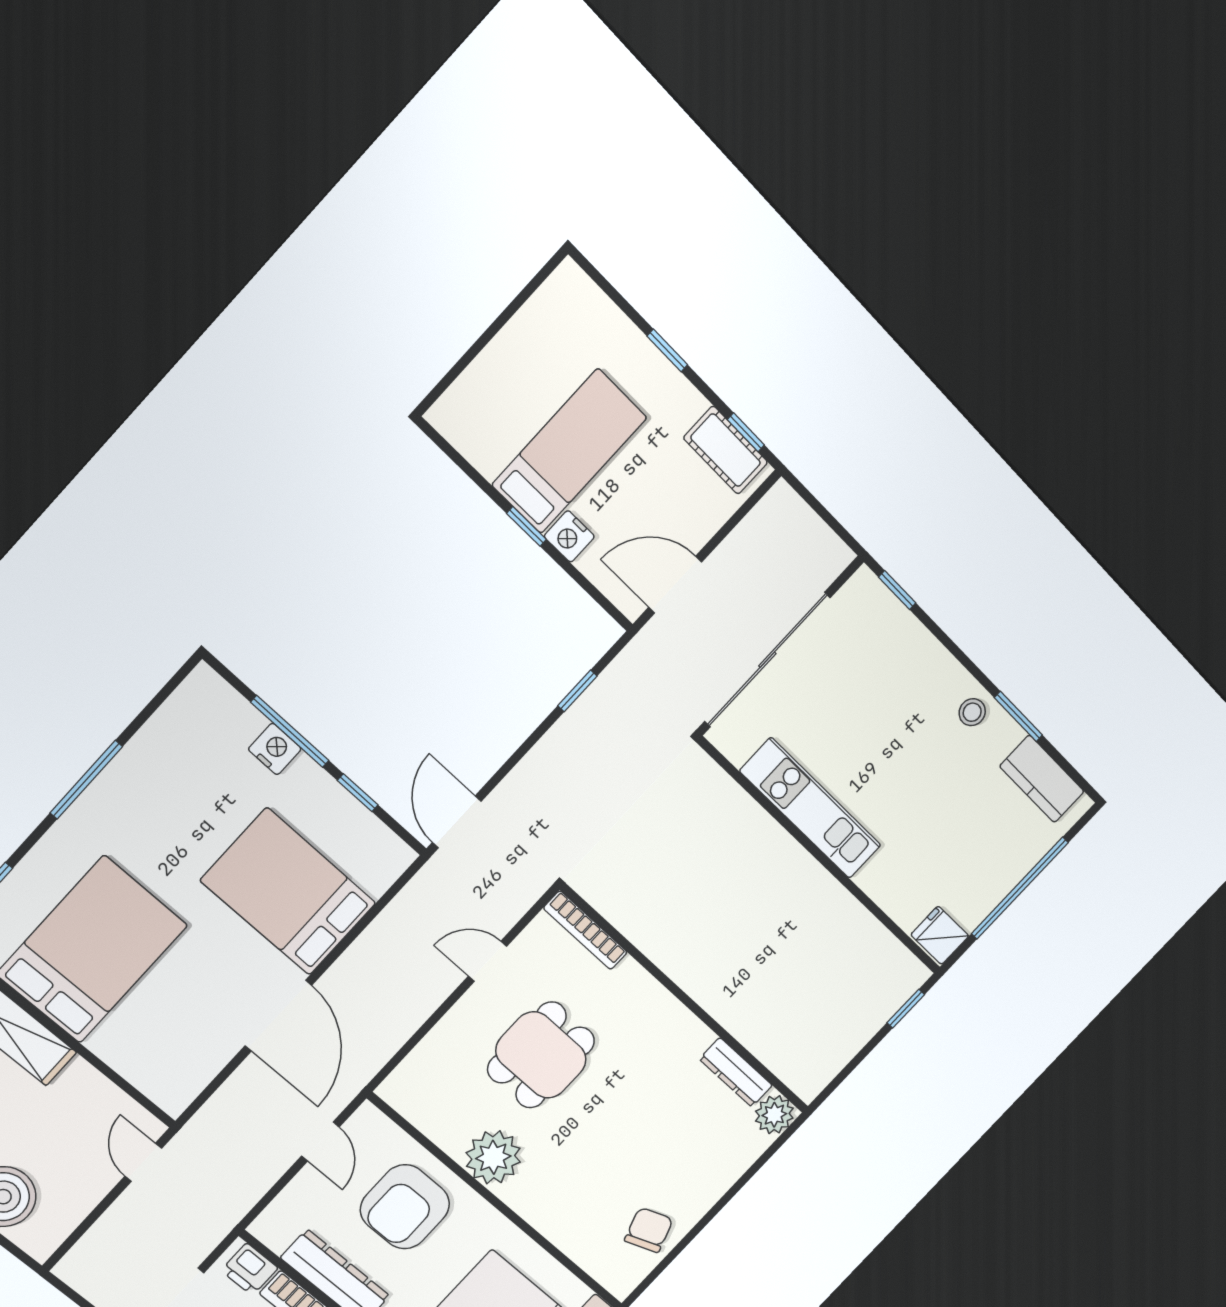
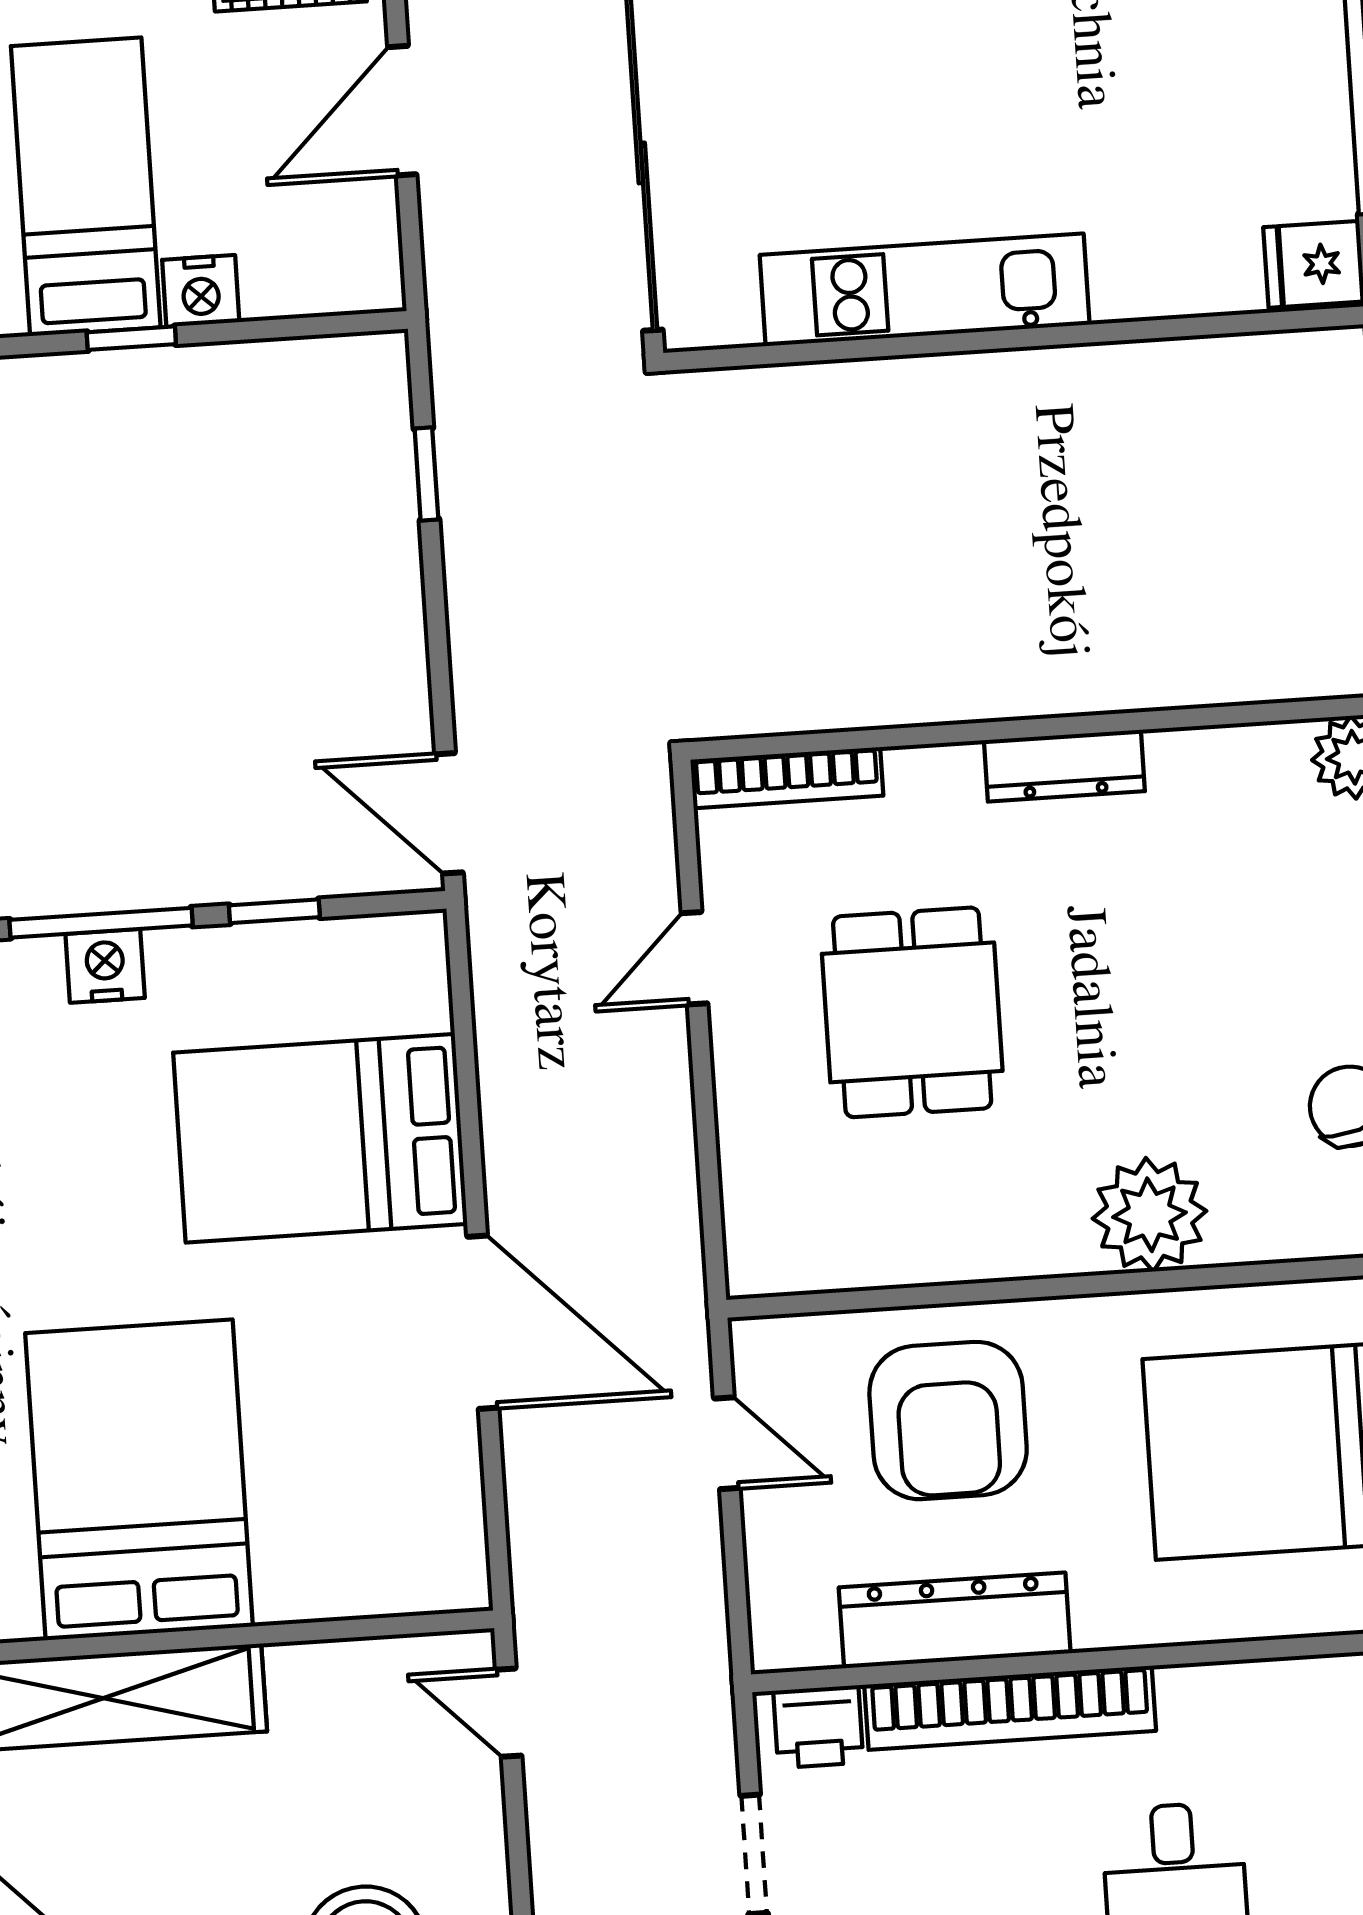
door: (675, 585) -> (402, 111), moved
dresser: (736, 1072) -> (1064, 766), moved
plant: (493, 1157) -> (1150, 1215), moved

